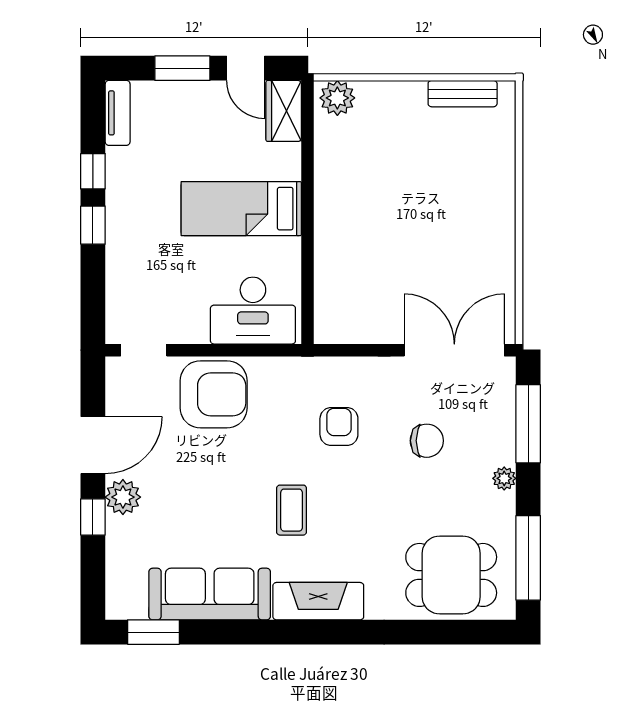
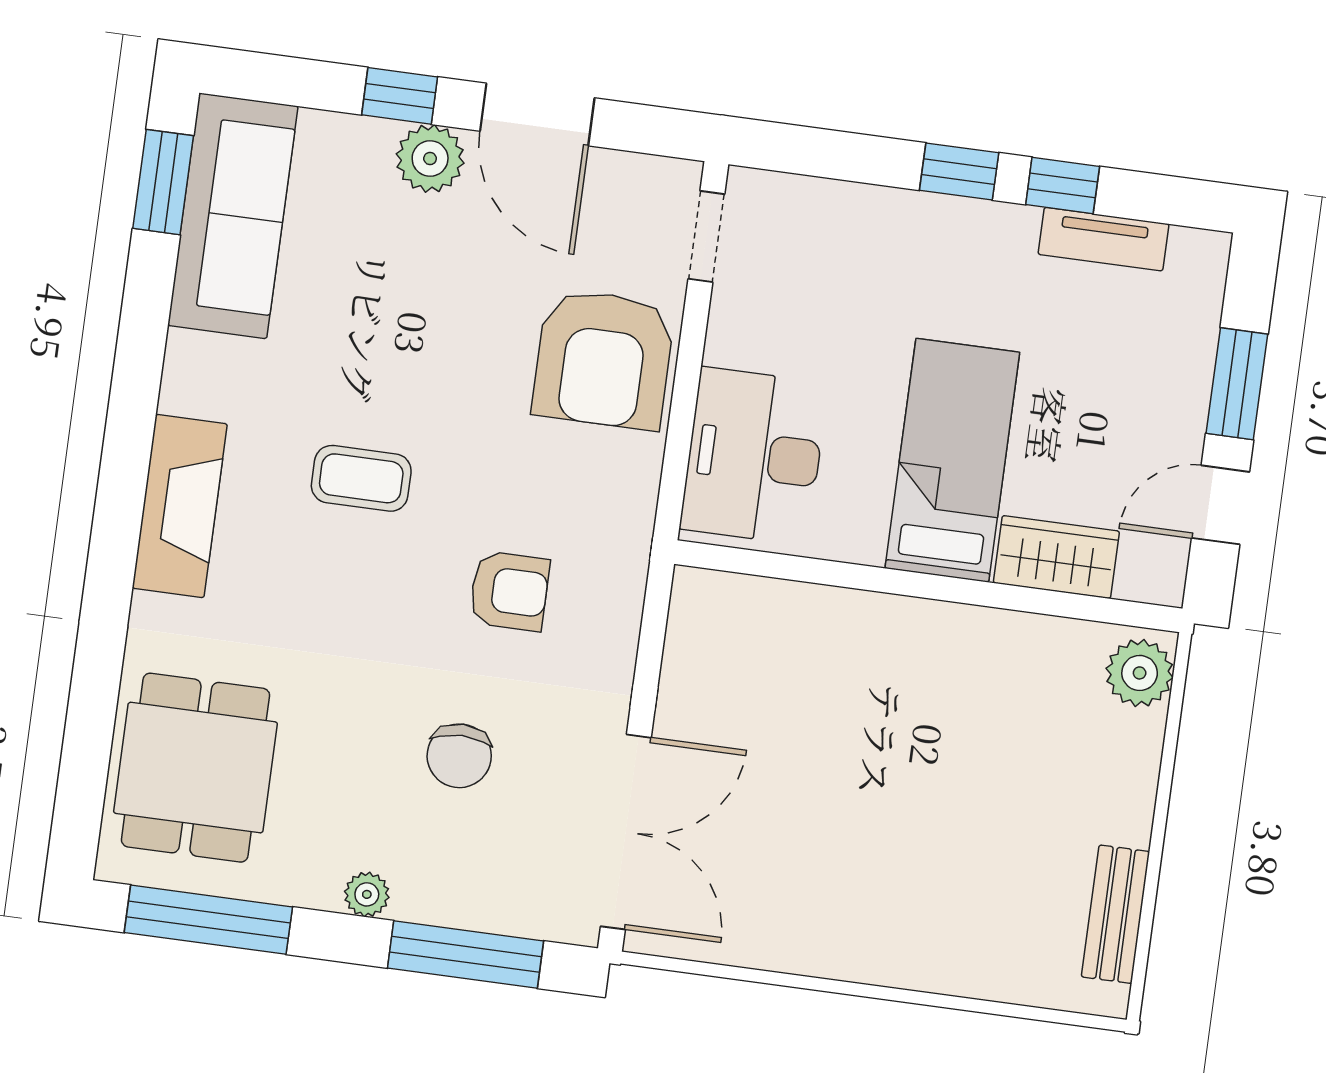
wardrobe: (284, 111) -> (1056, 557), moved
tv unit: (118, 113) -> (1103, 239), moved
sofa: (210, 594) -> (233, 216), moved

